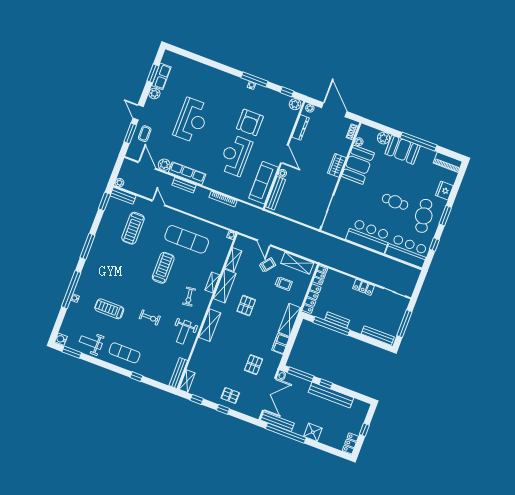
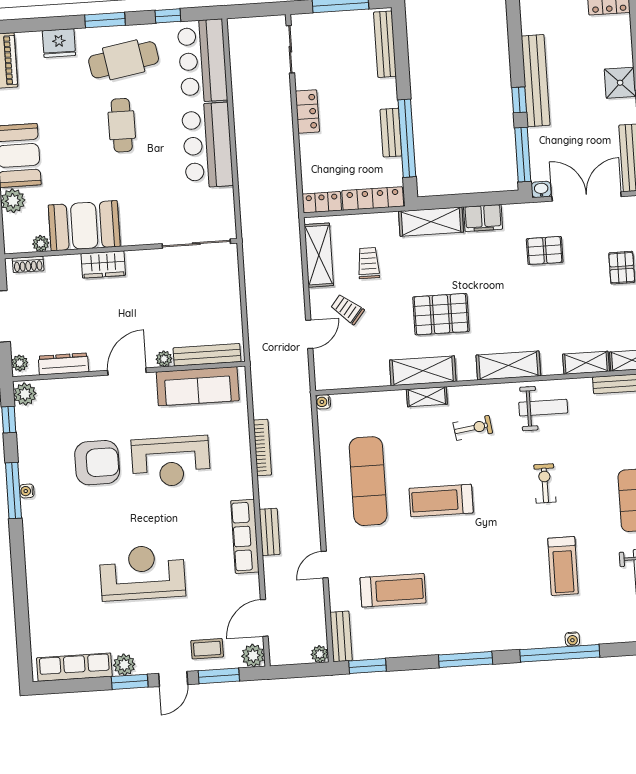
window: (153, 73) -> (130, 682), moved
row of seats: (161, 76) -> (74, 667), width x1.48
plant: (164, 165) -> (253, 656), moved
shelving: (233, 260) -> (586, 363), moved
pallet: (246, 306) -> (441, 314), width x1.50, depth x1.42

